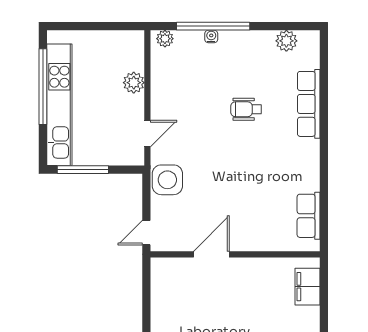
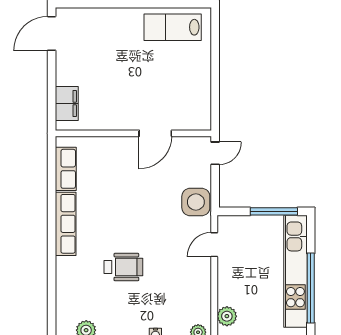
plant: (134, 83) -> (227, 316), moved
row of seats: (309, 104) -> (66, 224), moved
wheelchair: (246, 109) -> (123, 267), width x1.36, depth x1.37

